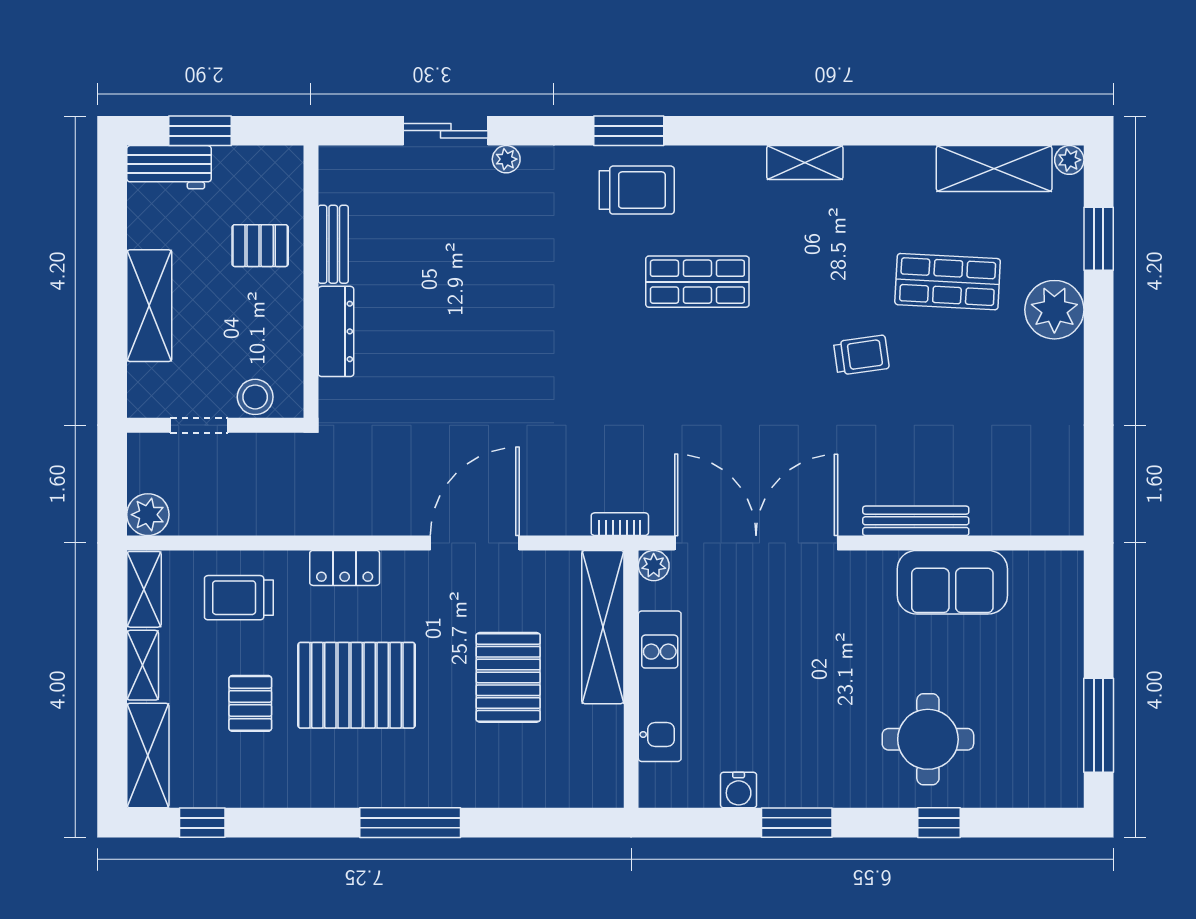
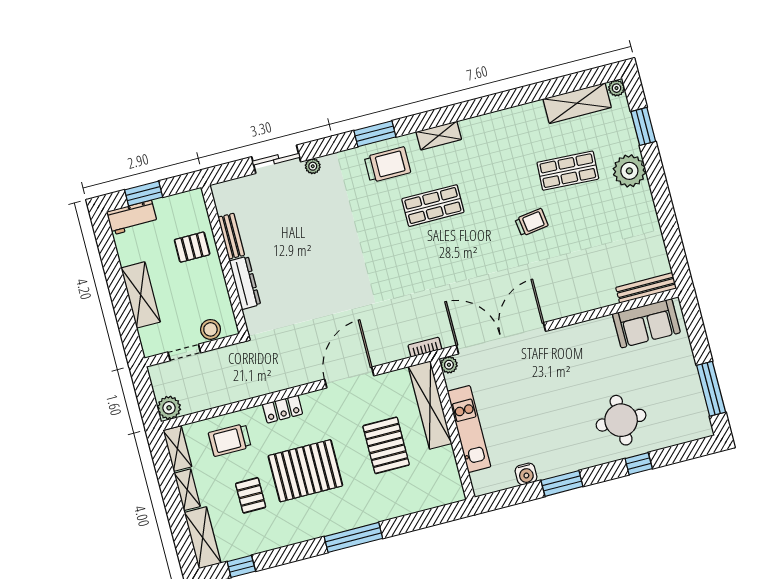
shelving: (805, 163) -> (439, 136), moved
bench: (916, 521) -> (646, 288), moved
sofa: (952, 582) -> (646, 323), moved

